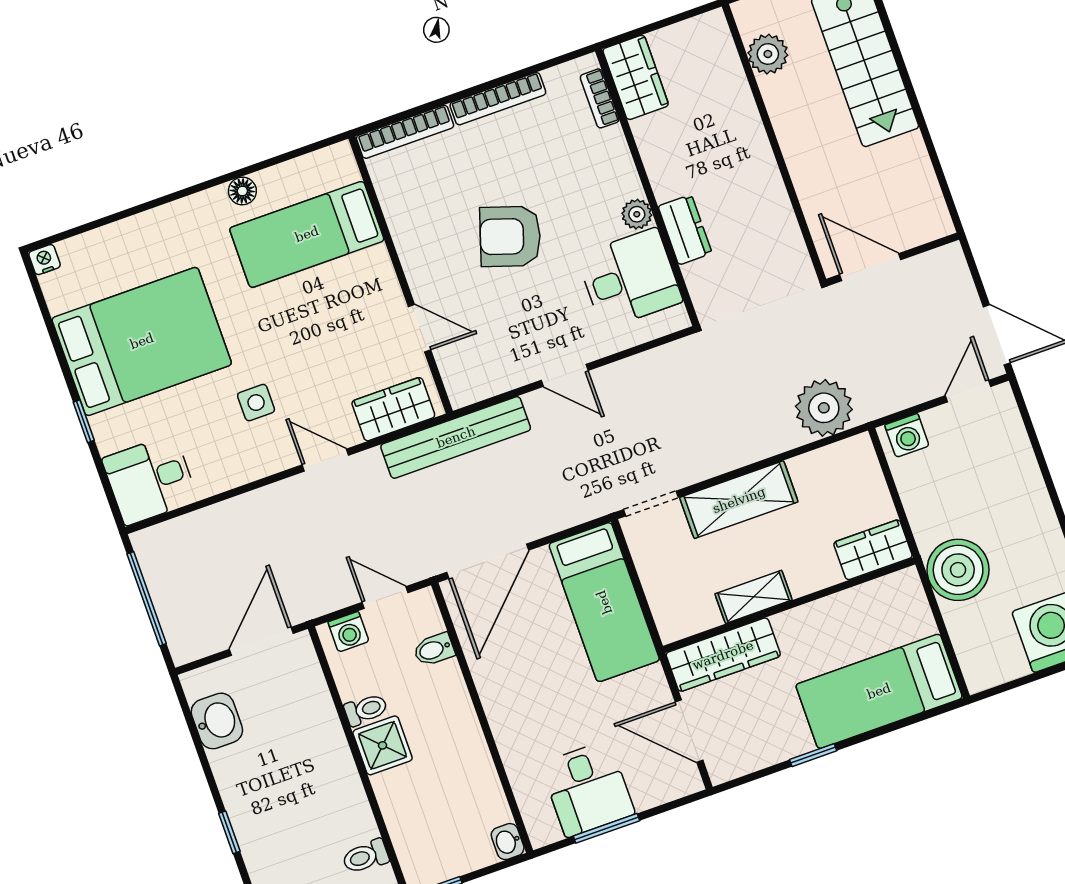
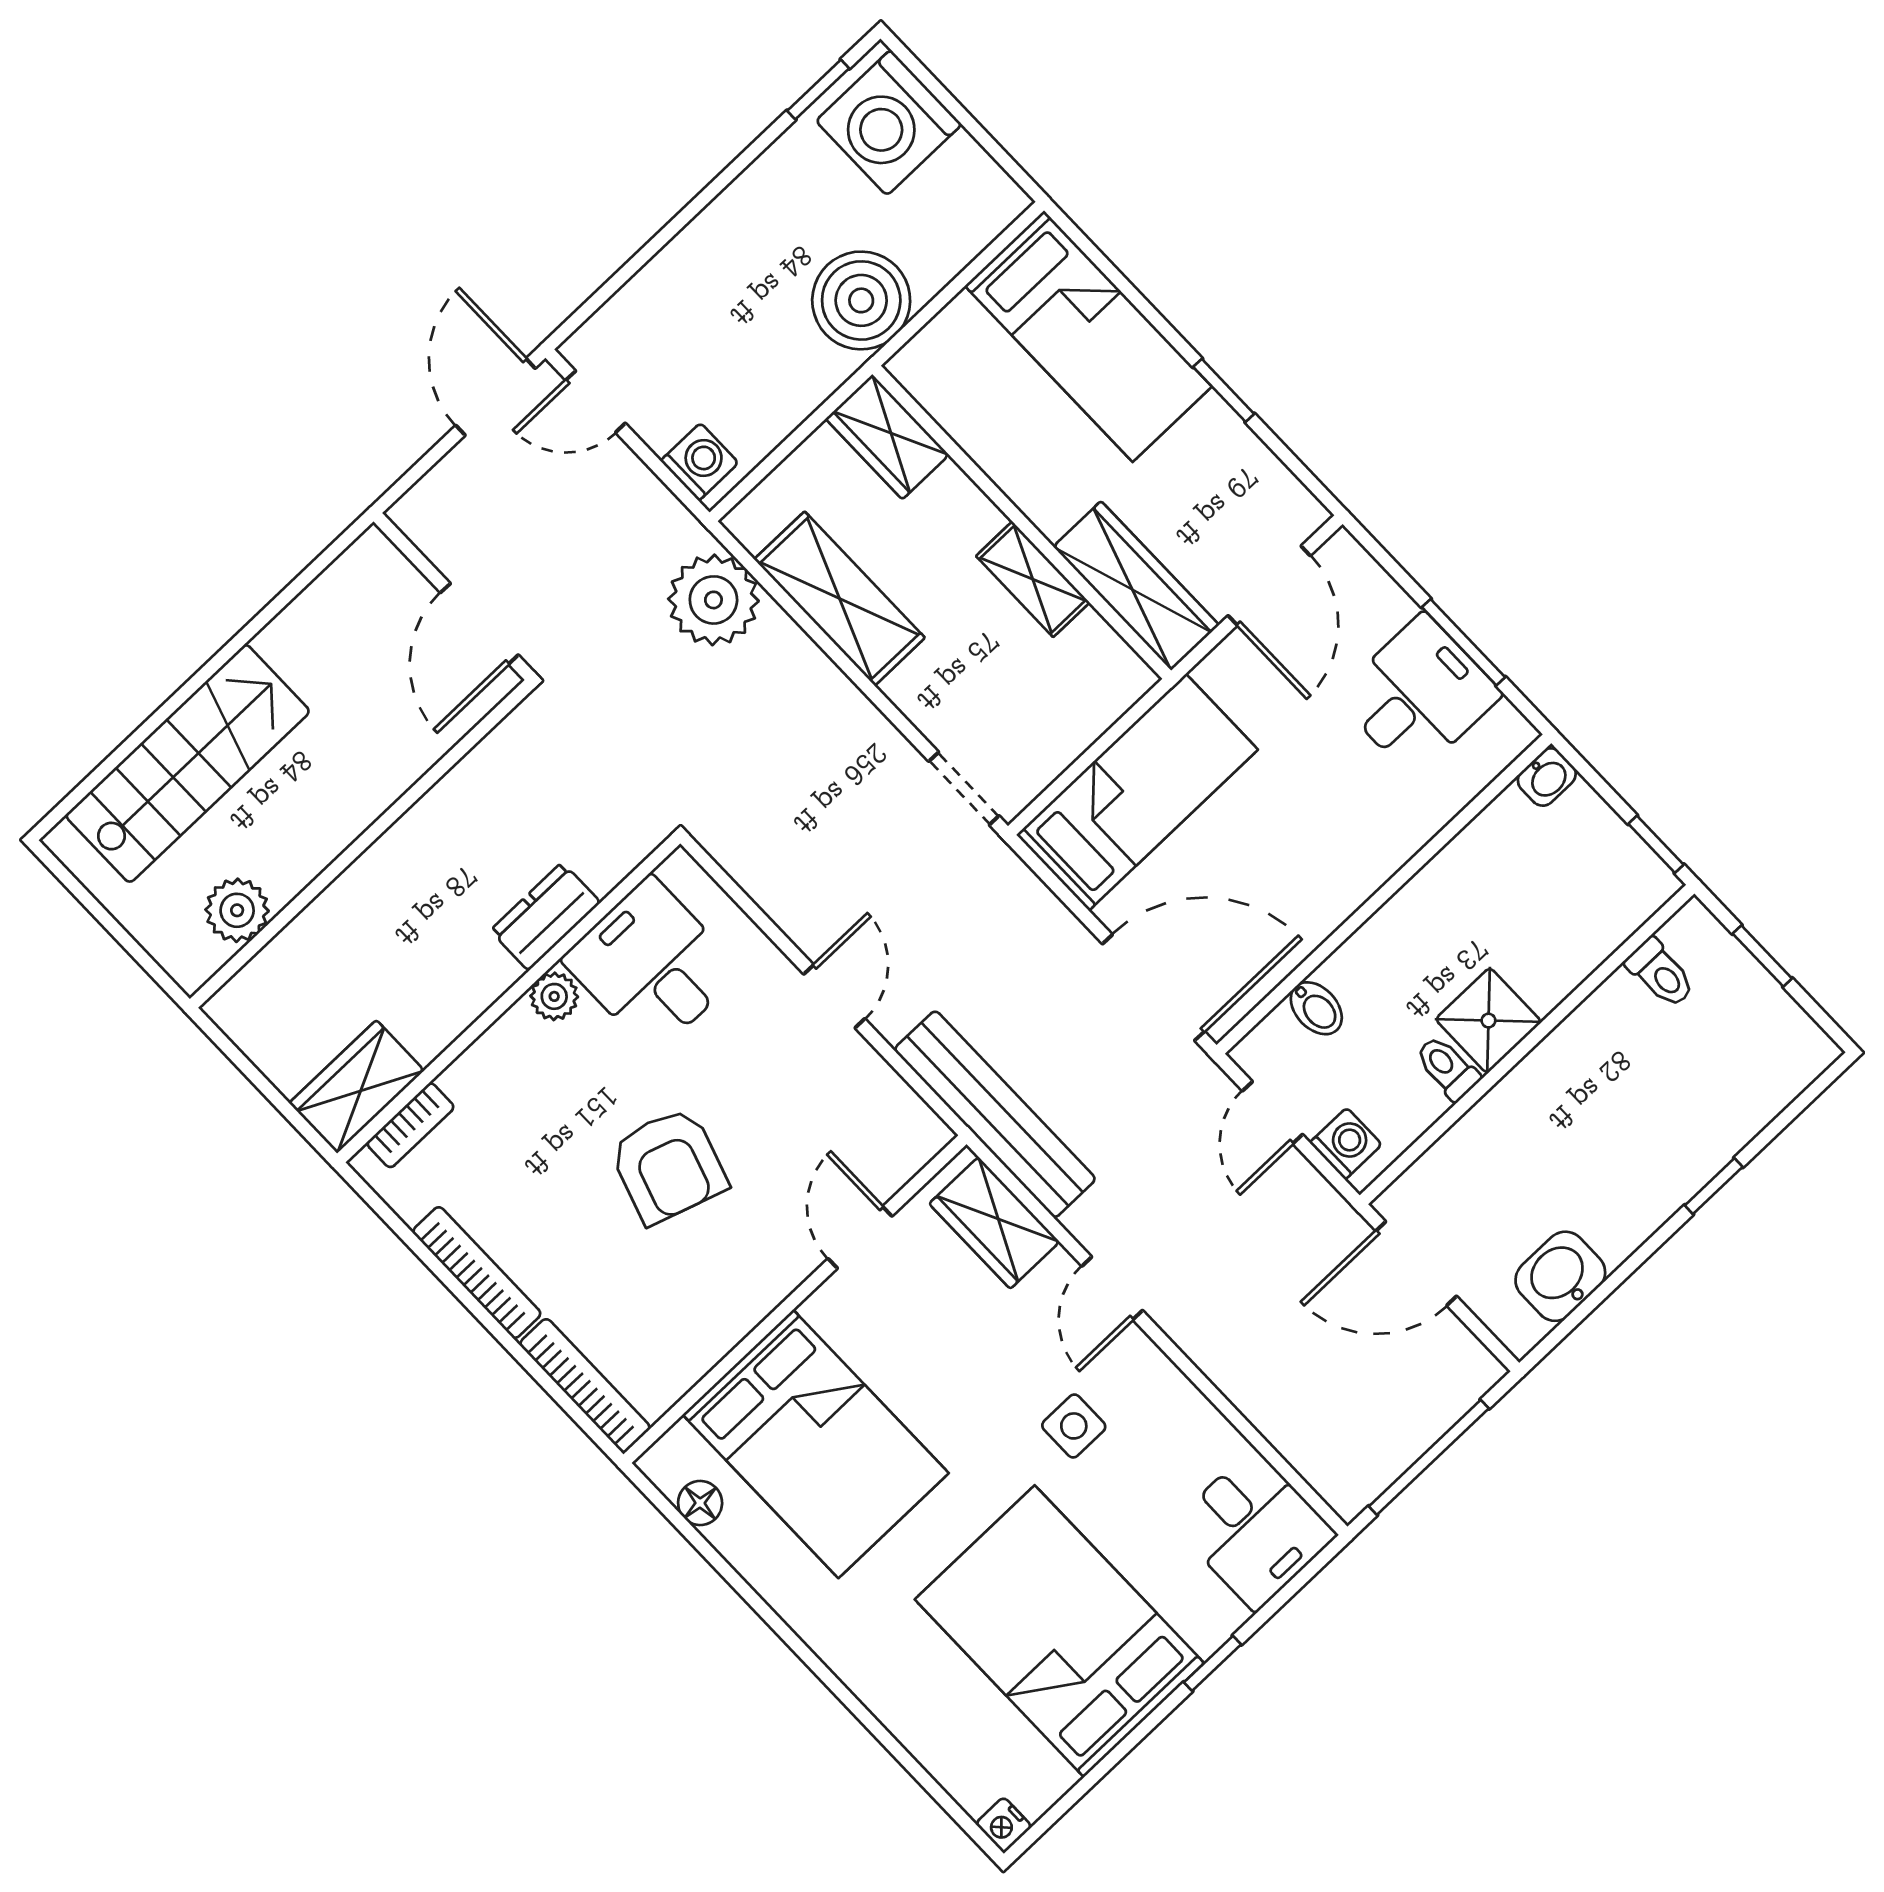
floor lamp: (242, 191) -> (700, 1503), moved
bed: (307, 234) -> (816, 1444), width x1.50
shelving: (739, 500) -> (840, 599), moved

